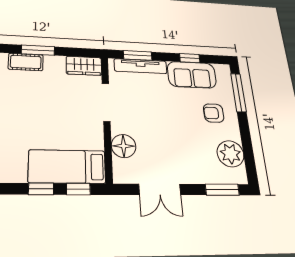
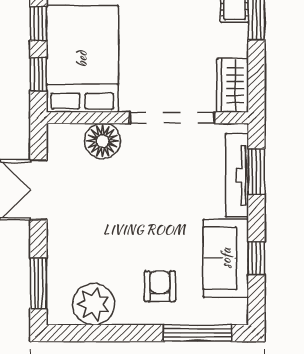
doorway: (106, 102) -> (172, 118), width x1.36
bed: (67, 167) -> (82, 59), width x1.50

